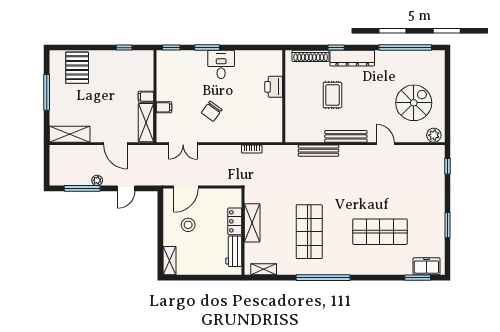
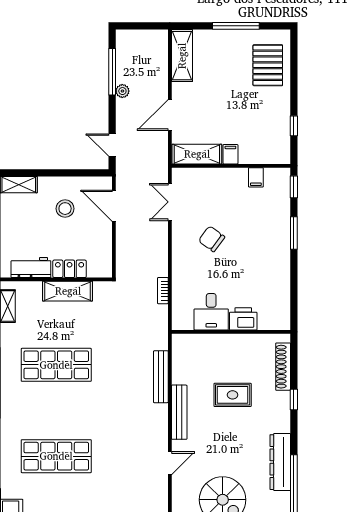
dresser: (352, 58) -> (280, 462), moved
desk: (221, 64) -> (211, 312), moved, turned 90
pallet: (77, 68) -> (268, 65), turned 90
filing cabinet: (164, 107) -> (256, 177), moved
door: (126, 188) -> (112, 145), moved
shop shelf: (380, 232) -> (56, 456), turned 90

